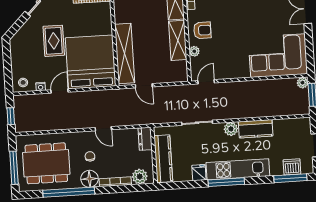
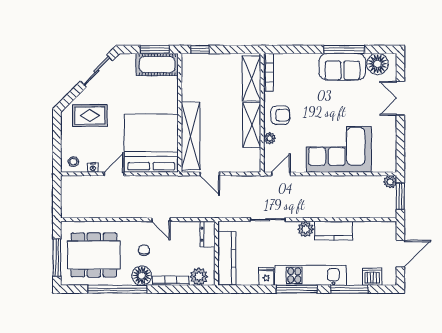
rug: (54, 41) -> (90, 116), moved, turned 90
corner sofa: (278, 56) -> (339, 149), moved
window: (11, 116) -> (57, 199), removed
window: (290, 178) -> (349, 289), moved

